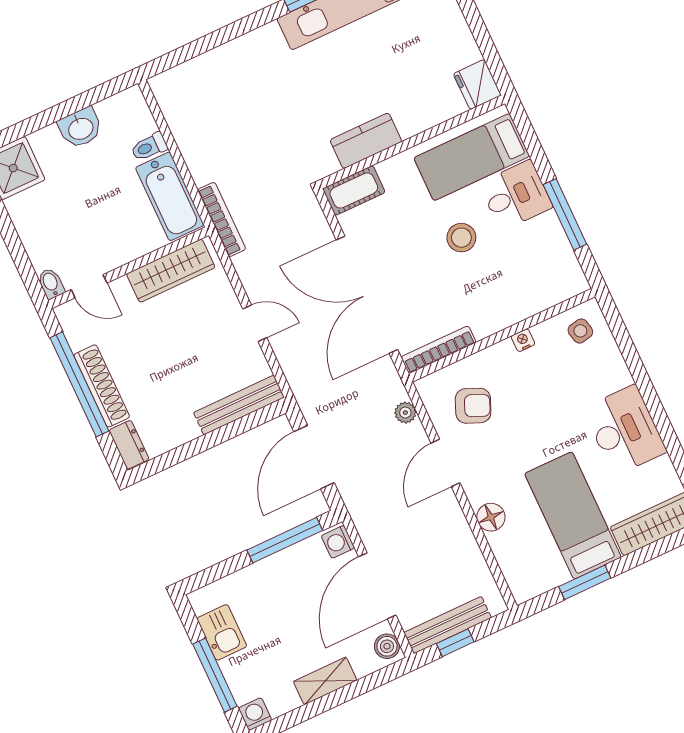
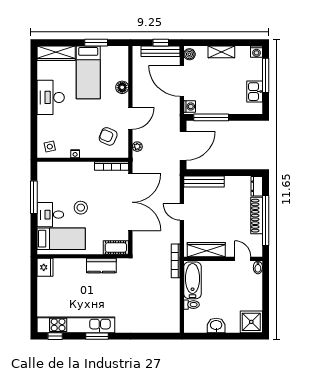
door: (377, 586) -> (182, 81), swing flipped

